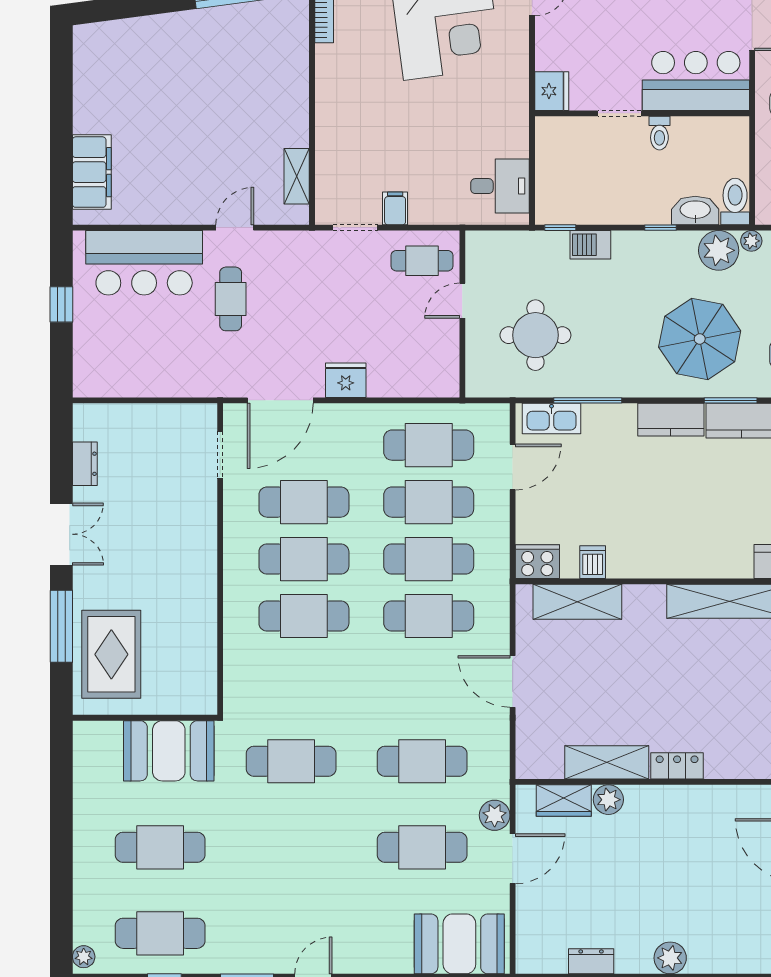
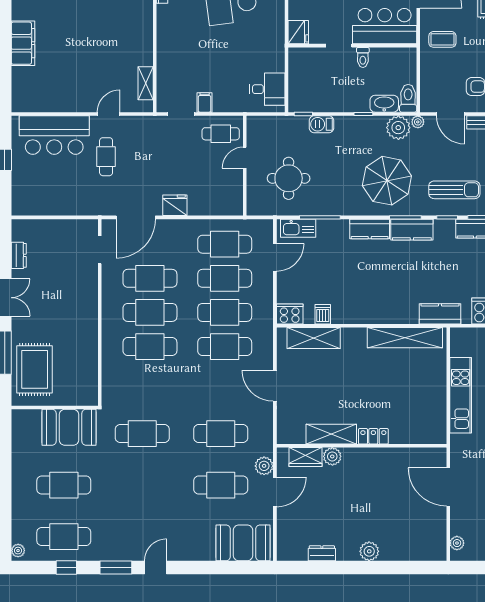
filing cabinet: (92, 172) -> (23, 43), moved

